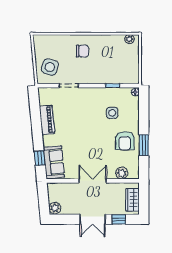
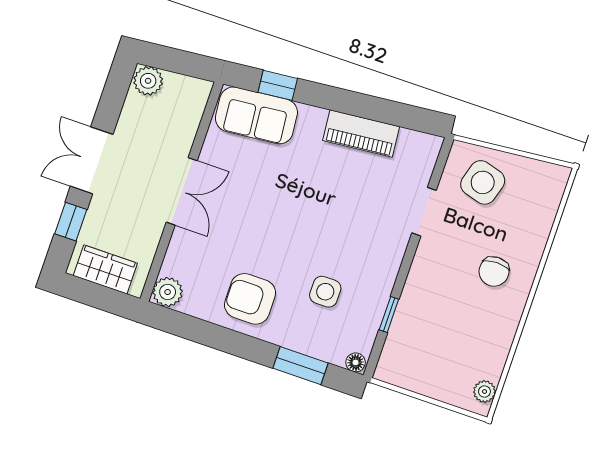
window: (144, 145) -> (300, 366), moved
plant: (122, 173) -> (168, 292), moved

